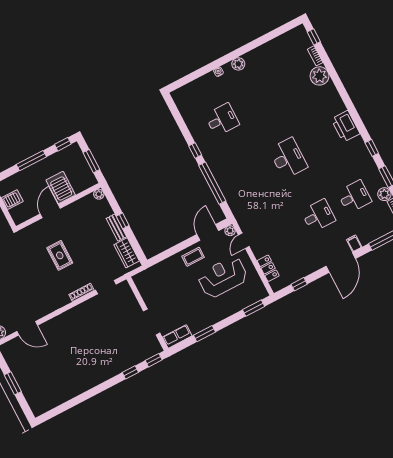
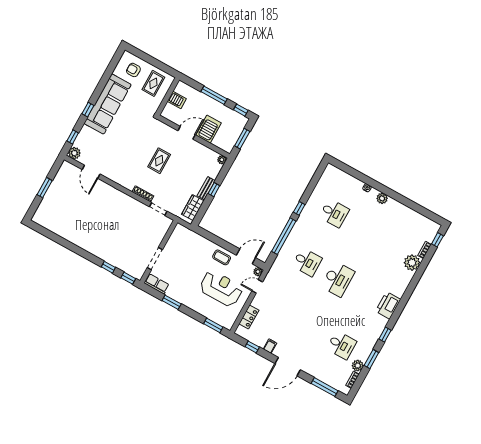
desk: (318, 216) -> (307, 262), moved
filing cabinet: (354, 243) -> (270, 346), moved

